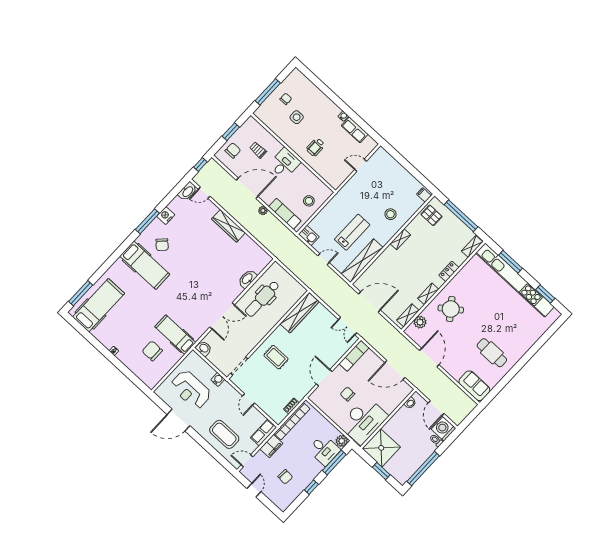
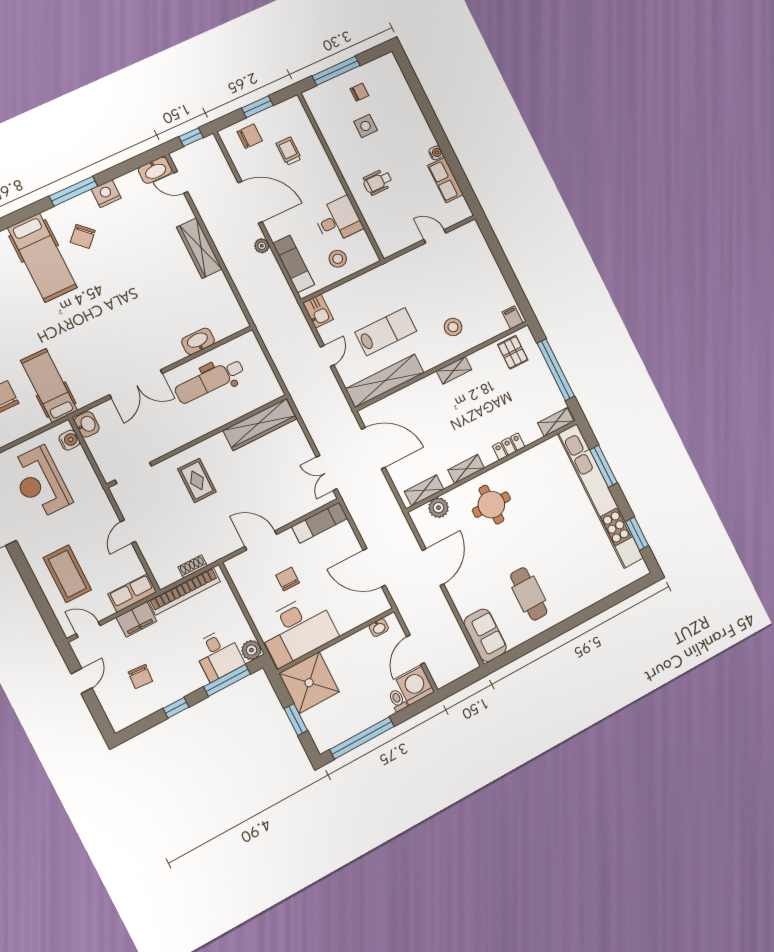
desk: (285, 163) -> (338, 220), moved
door: (323, 259) -> (327, 356), hinge flipped
round table: (451, 309) -> (491, 505), turned 37
door: (324, 378) -> (261, 540), hinge flipped
water cooler: (218, 379) -> (69, 440), moved

